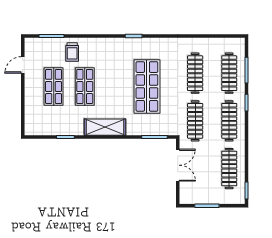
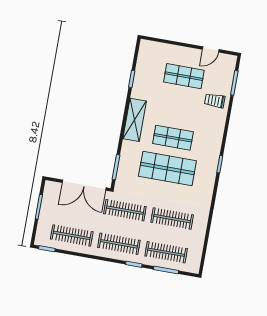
door: (23, 65) -> (211, 49), swing flipped
shop shelf: (85, 86) -> (173, 138), moved
double door: (178, 165) -> (84, 185), width x1.37

